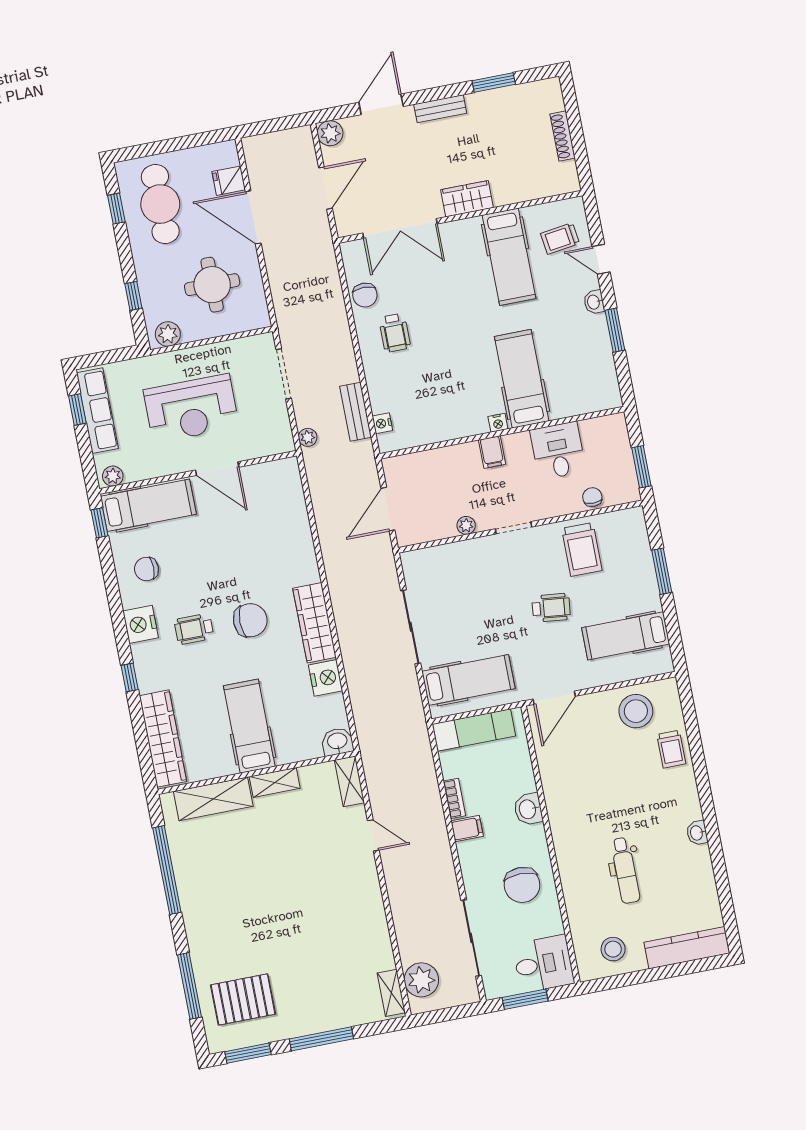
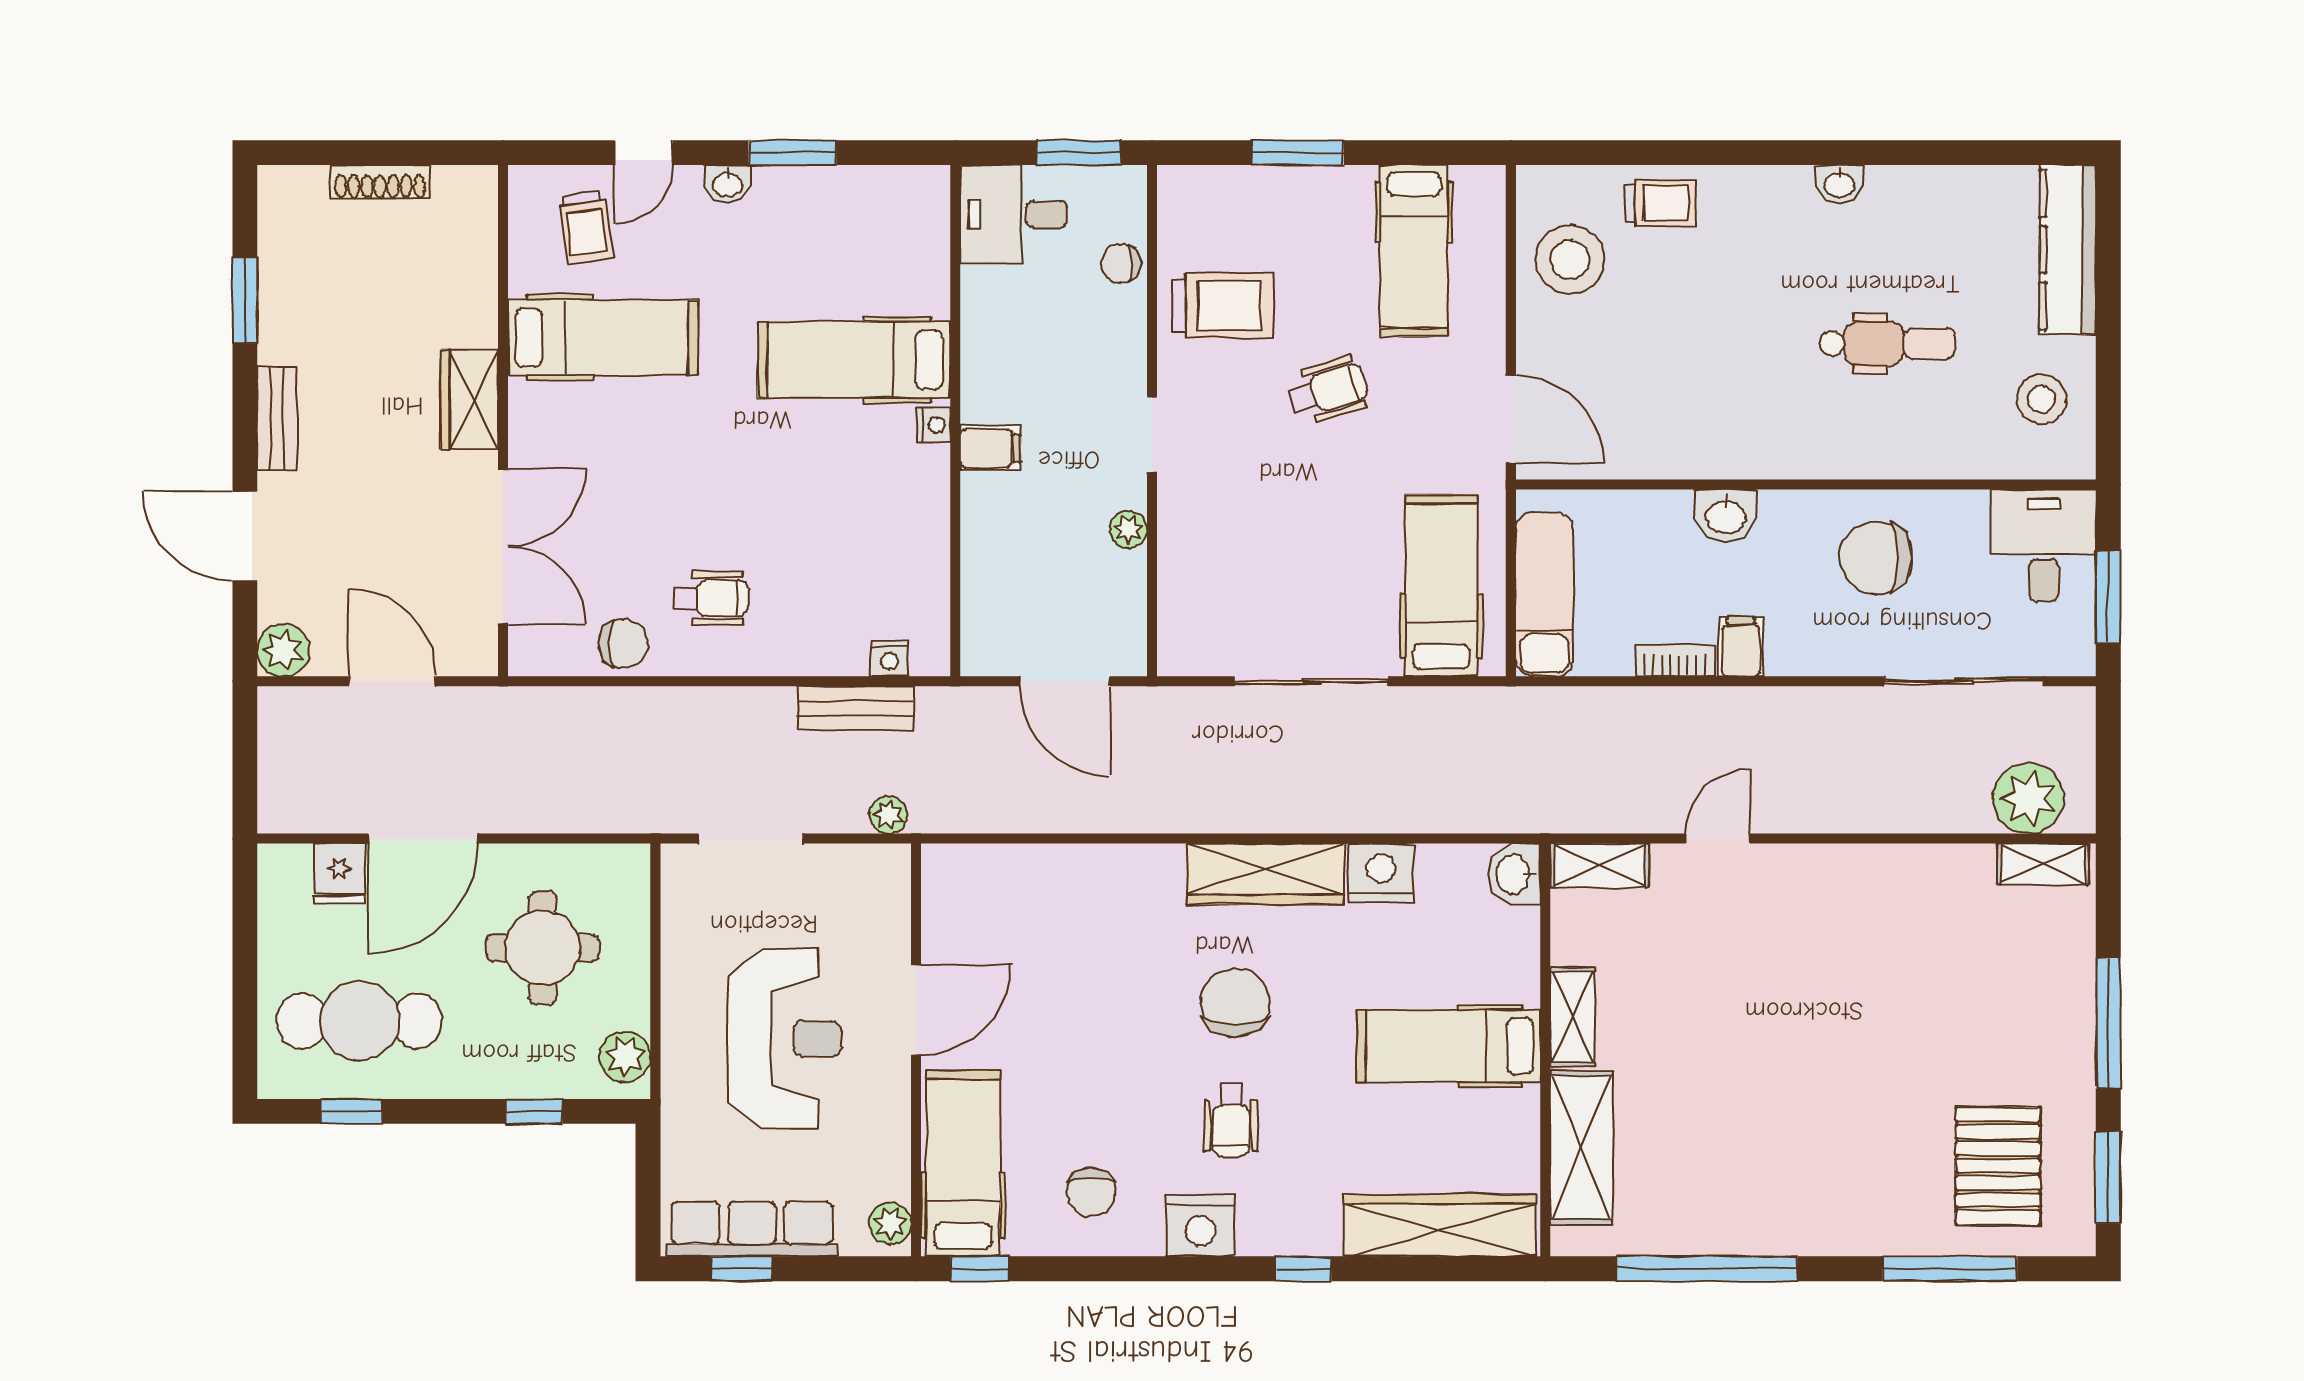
desk: (558, 451) -> (1014, 214), moved
wheelchair: (551, 608) -> (1328, 390), turned 67
chair: (522, 885) -> (1876, 558), turned 180

